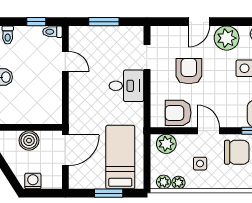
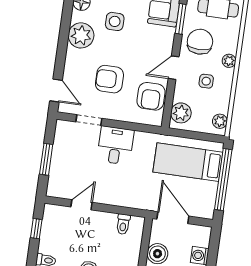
door: (199, 22) -> (56, 90), moved
toilet: (52, 32) -> (123, 224), moved
plant: (178, 183) -> (229, 61), moved
window: (109, 193) -> (223, 180), width x2.11

